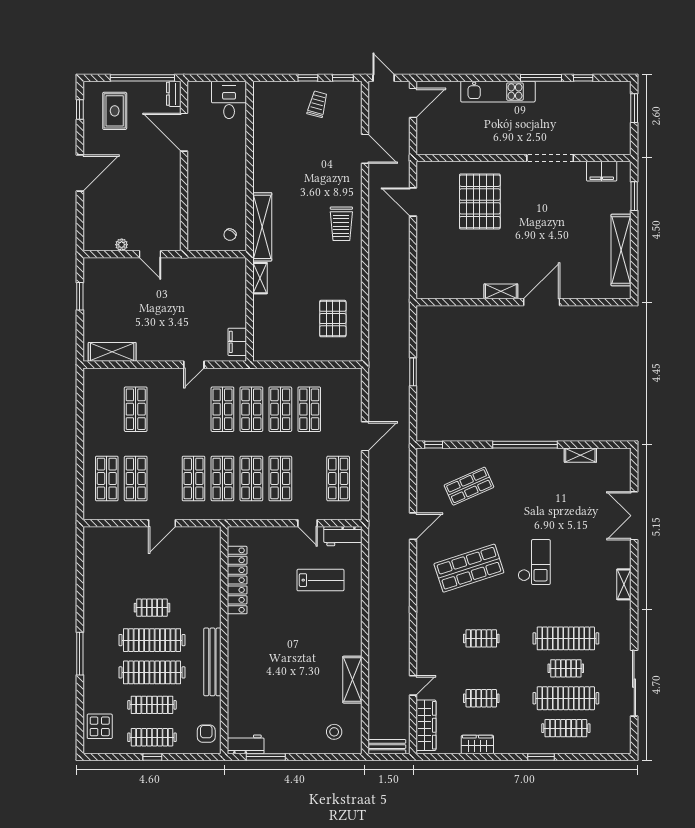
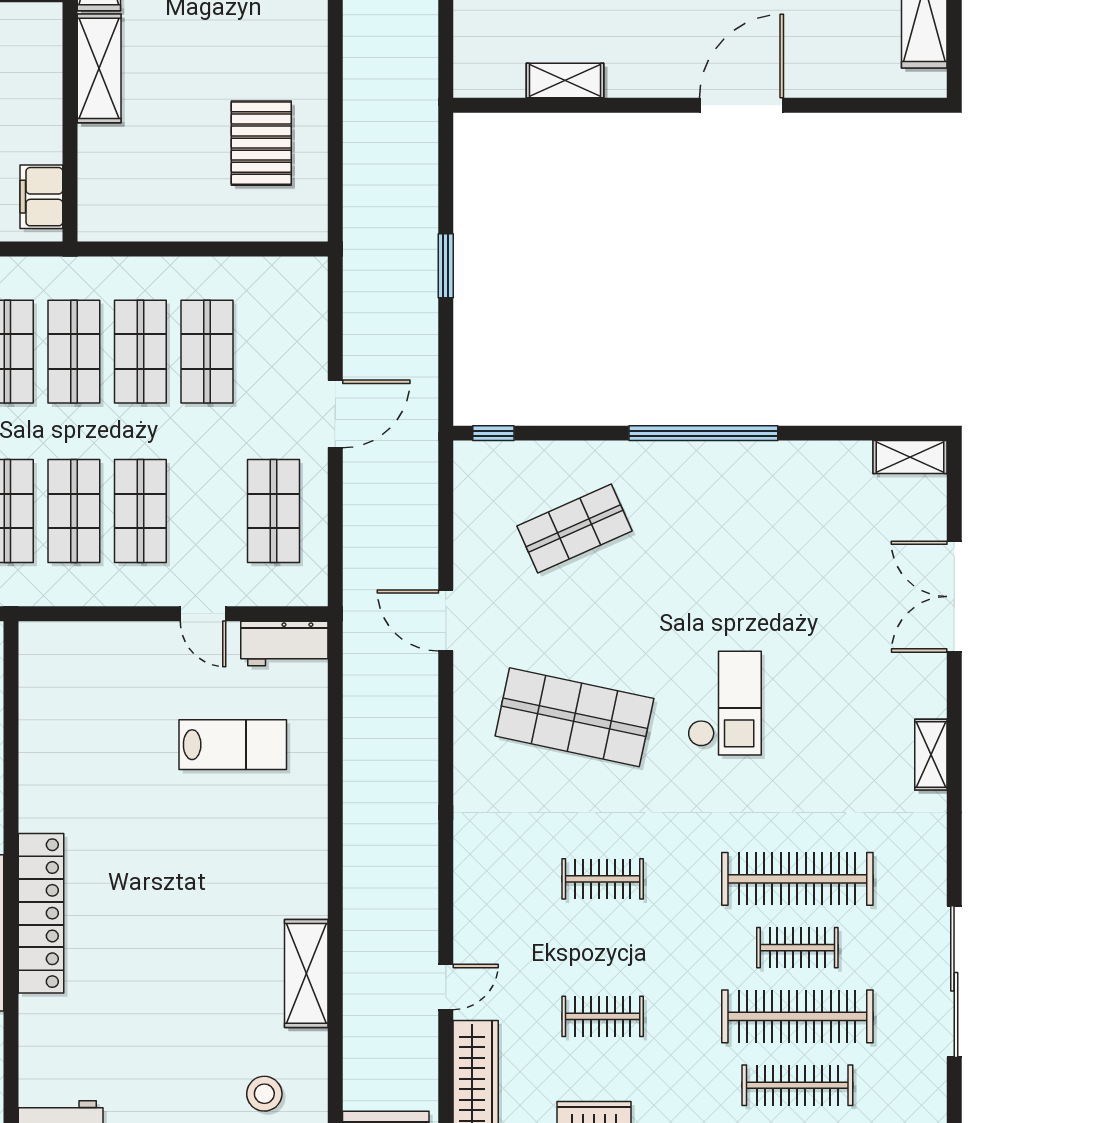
shelving: (260, 278) -> (99, 68), width x1.50, depth x1.33
shelving: (501, 291) -> (565, 80), moved
shelving: (580, 455) -> (910, 457), moved
door: (413, 526) -> (446, 621), swing flipped
shop shelf: (469, 568) -> (574, 717), turned 30
locker: (237, 580) -> (41, 913), moved

